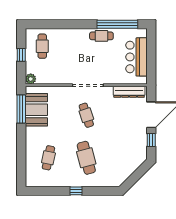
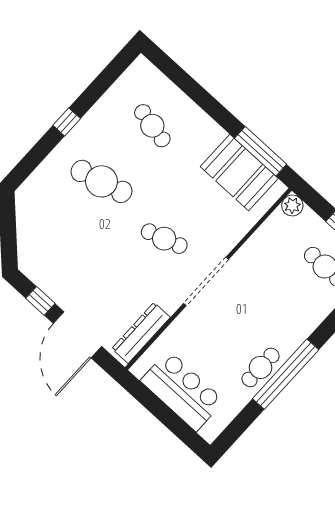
window: (117, 24) -> (286, 374), moved

